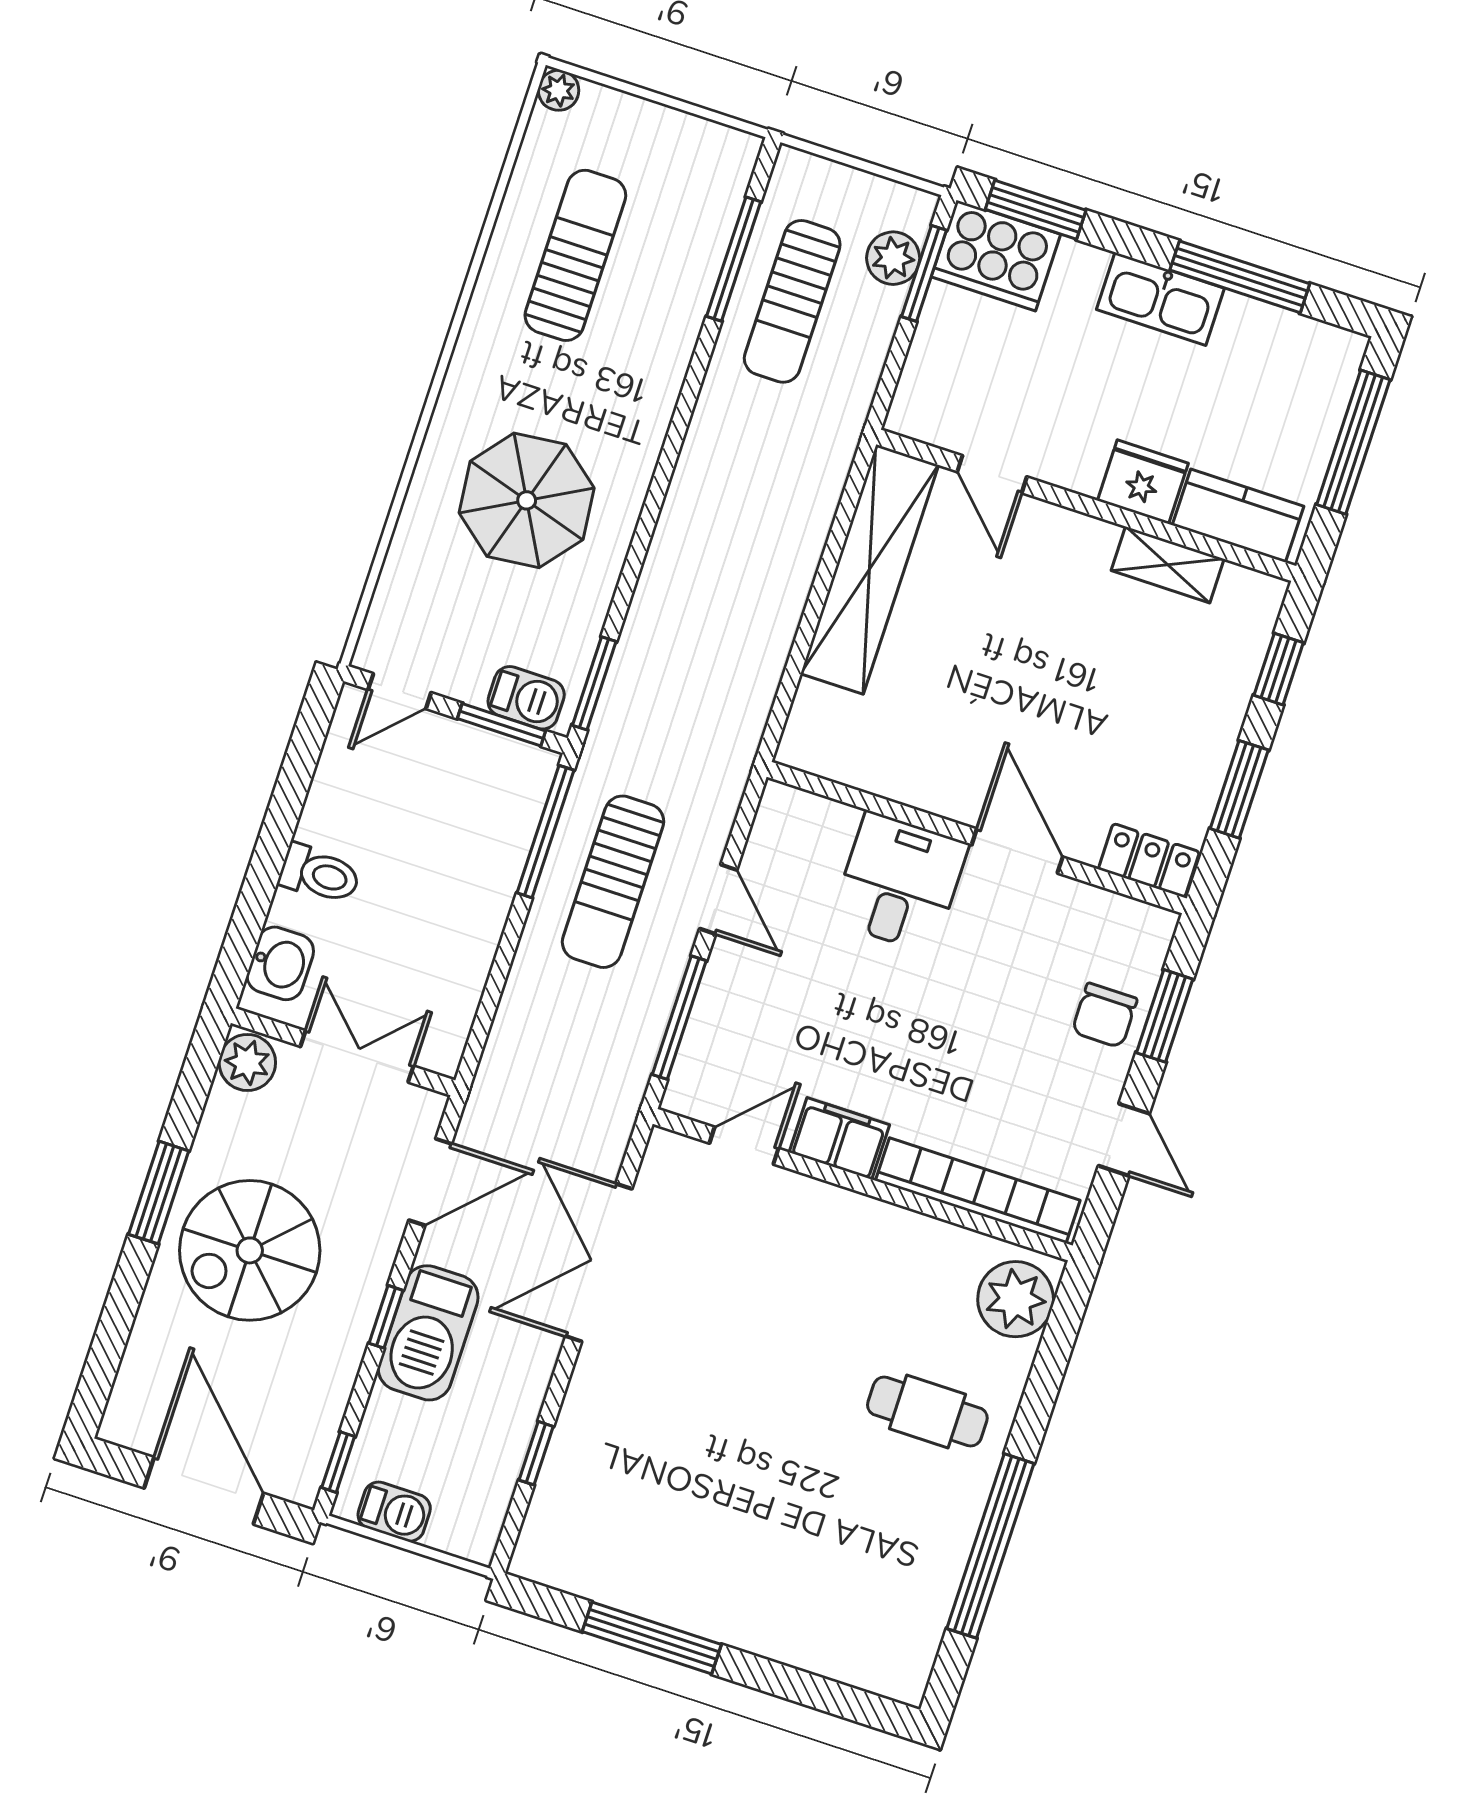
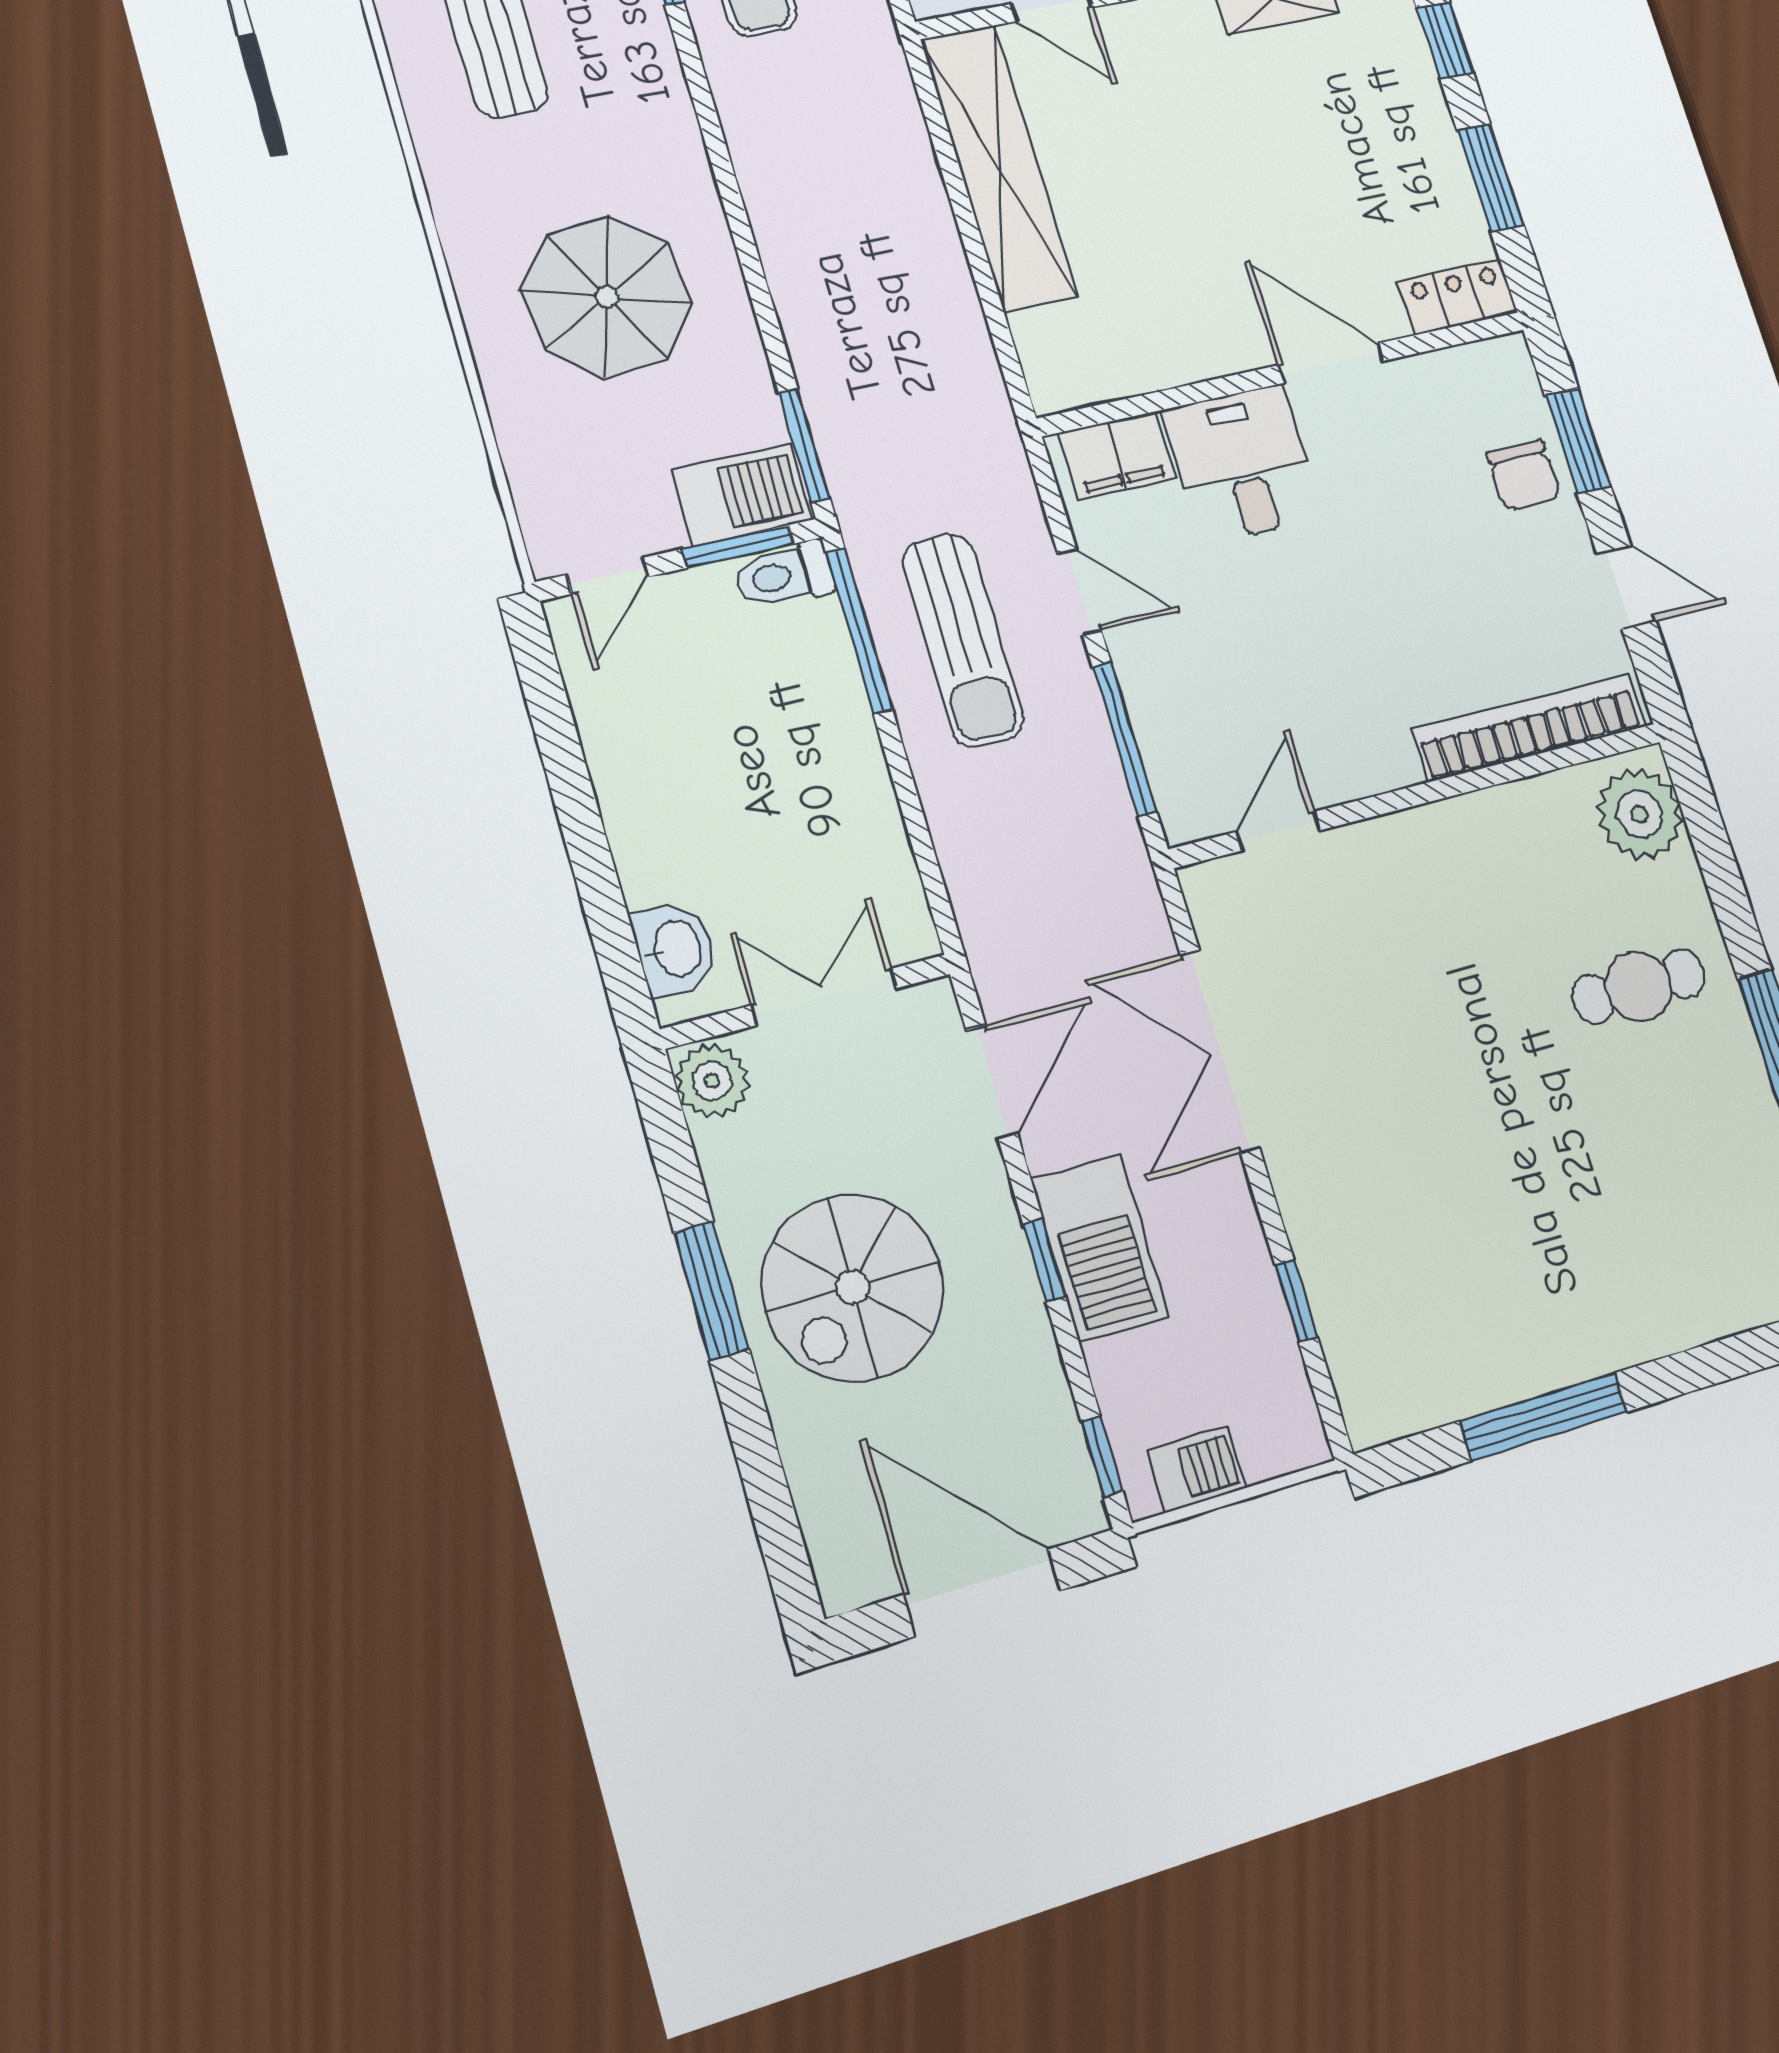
barbecue: (526, 698) -> (742, 495), width x1.38, depth x1.27
toilet: (320, 874) -> (784, 575), moved, turned 180
filing cabinet: (839, 1138) -> (1117, 455), moved, turned 180

